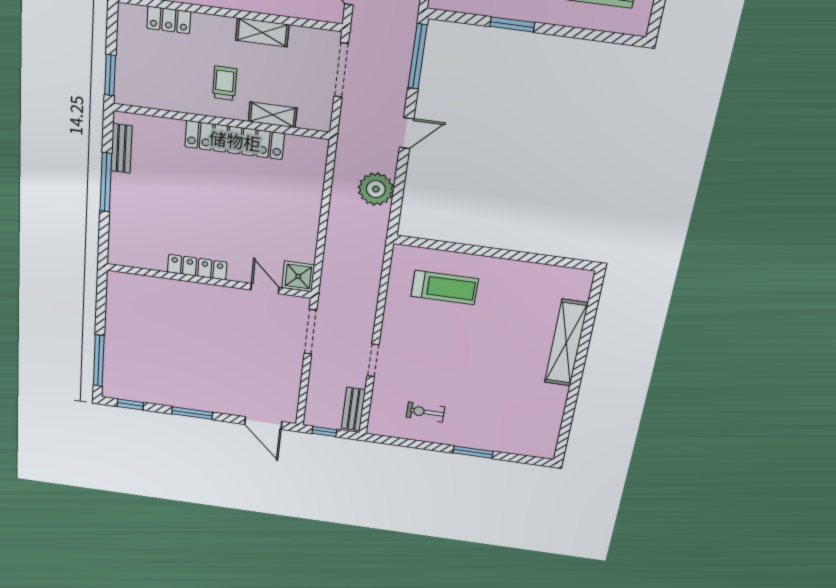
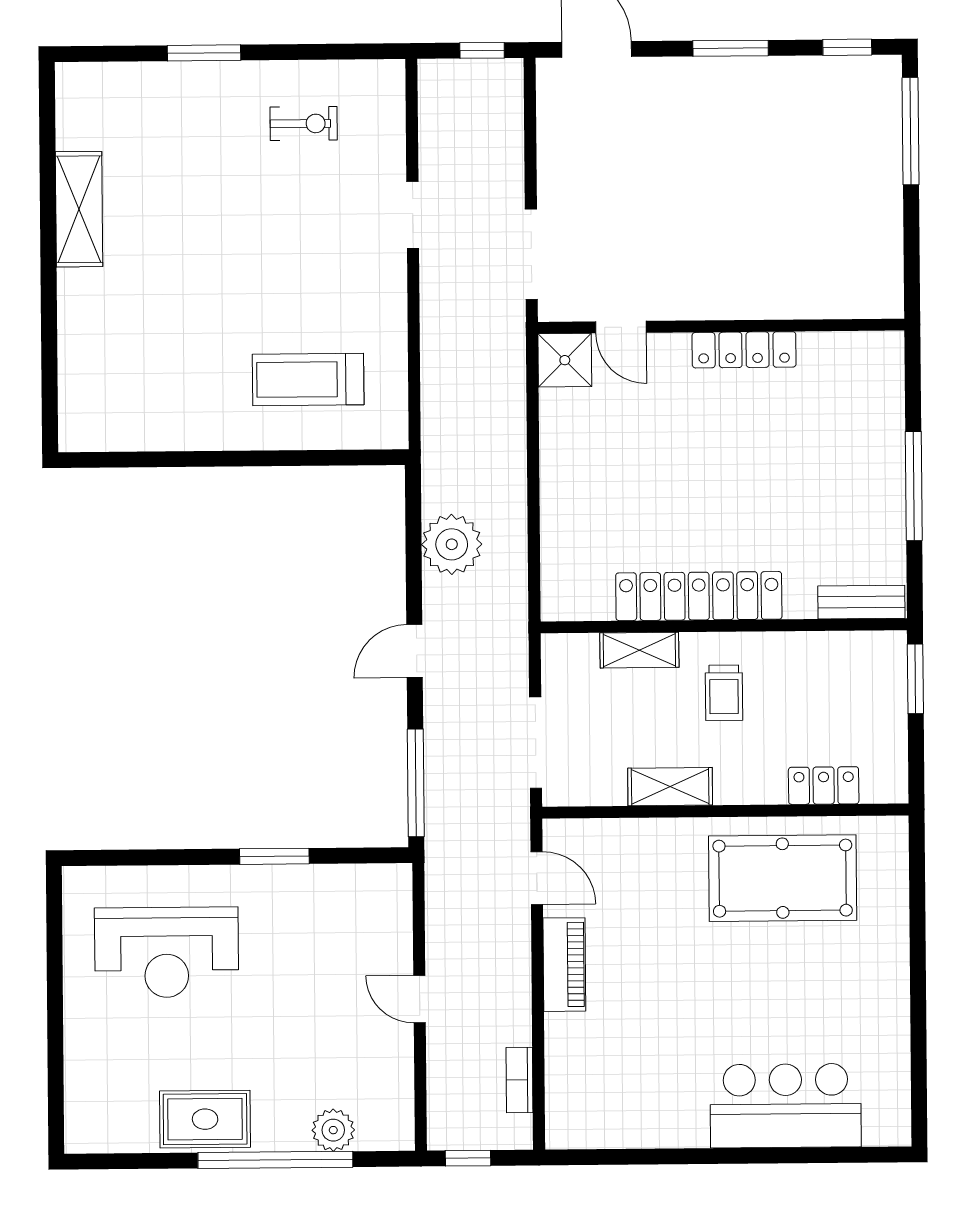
bench: (121, 148) -> (861, 602), moved, turned 90
shelving: (566, 343) -> (79, 209), moved, width x0.68
bench: (353, 409) -> (435, 108), removed

